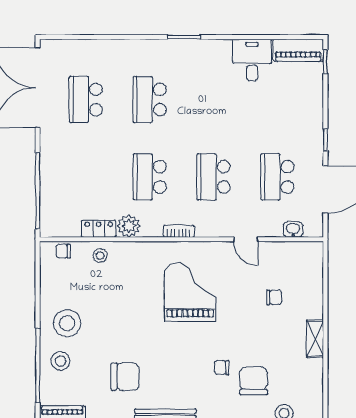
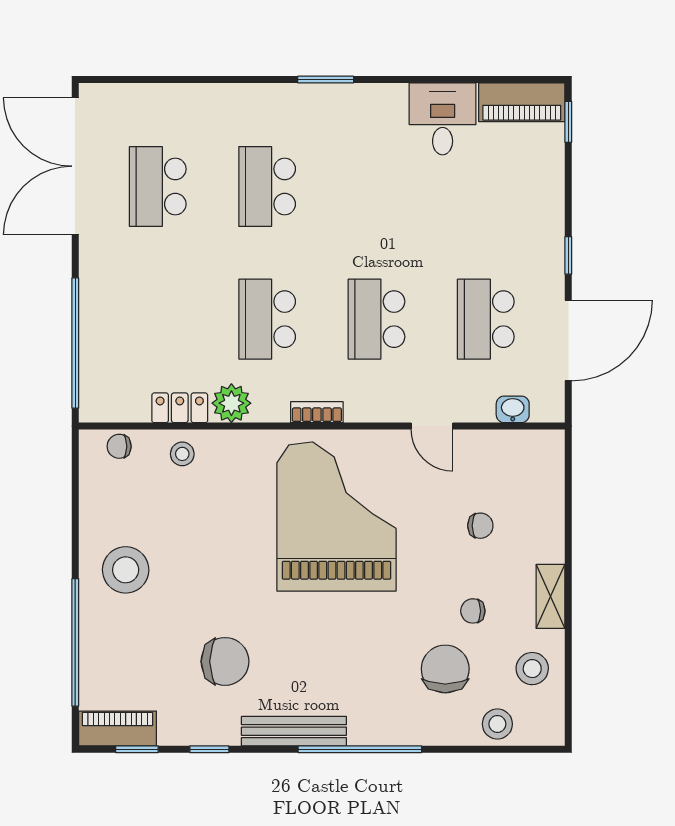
grand piano: (190, 292) -> (336, 517), width x1.37, depth x1.48
stool: (60, 361) -> (532, 669), moved
chair: (222, 368) -> (473, 611), moved

